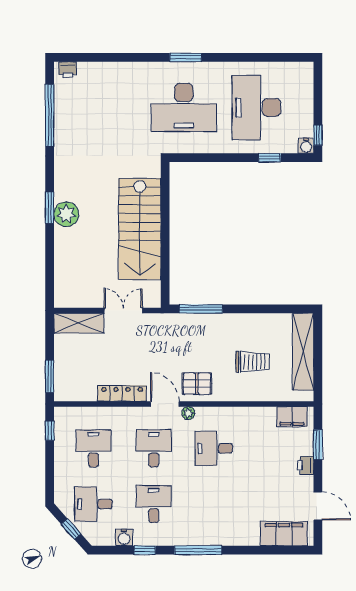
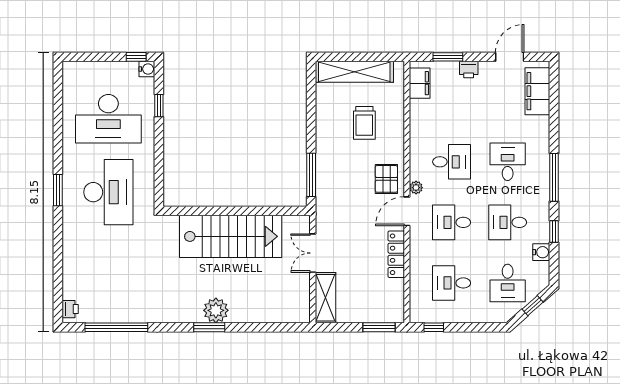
trolley: (252, 362) -> (364, 123), turned 180
desk: (214, 448) -> (452, 162), turned -90
desk: (214, 504) -> (508, 162), added

